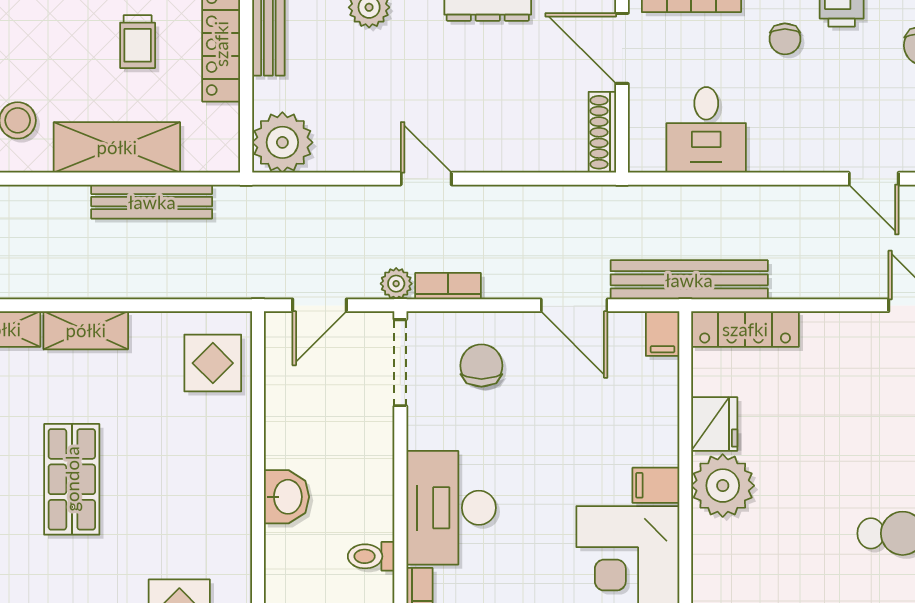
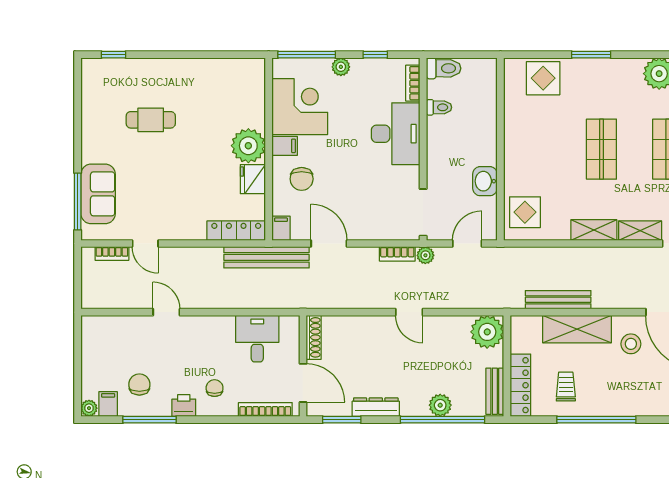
chair: (481, 366) -> (302, 179), moved
washbasin: (286, 497) -> (485, 181), moved

